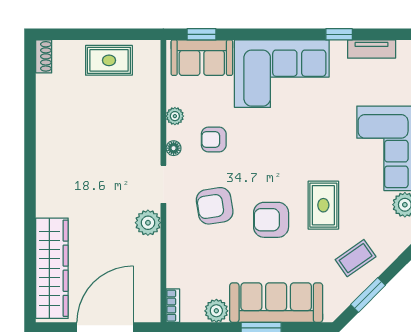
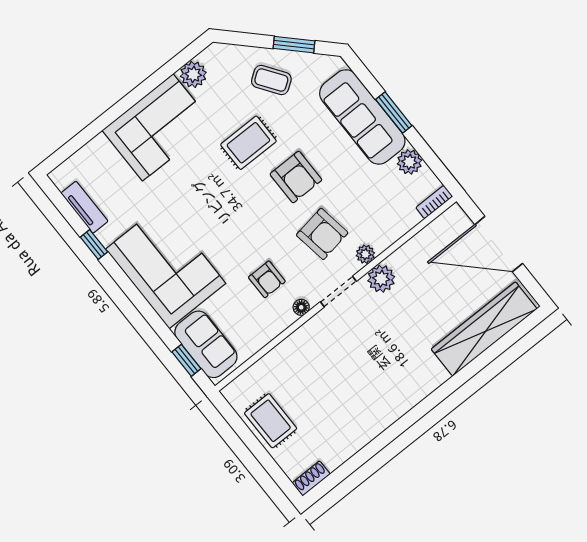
plant: (175, 116) -> (365, 254), moved

